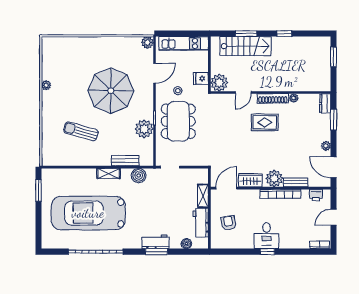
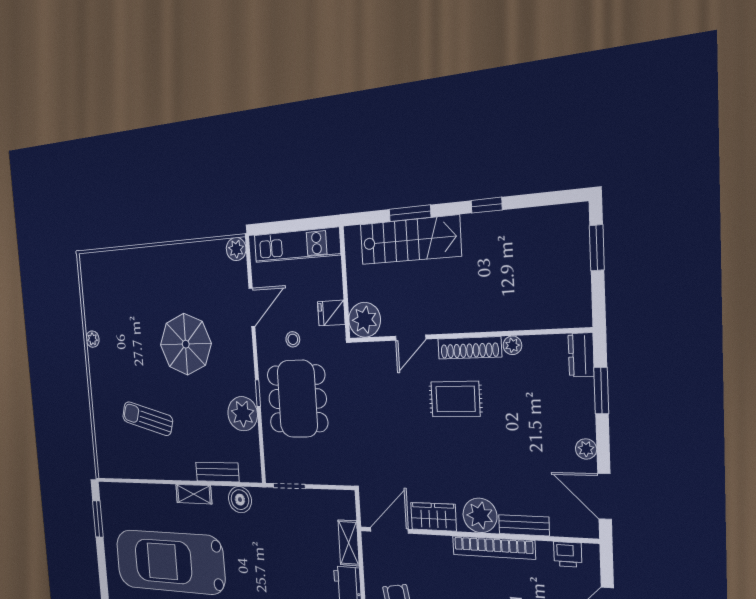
parasol: (111, 91) -> (186, 344), width x0.73, depth x0.73

